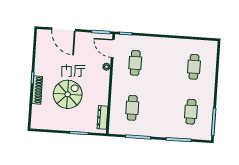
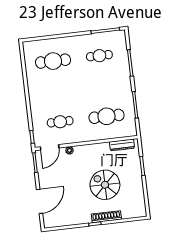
cafe table: (194, 67) -> (53, 61), width x1.37, depth x1.35
cafe table: (132, 108) -> (107, 116), width x1.37, depth x1.35

